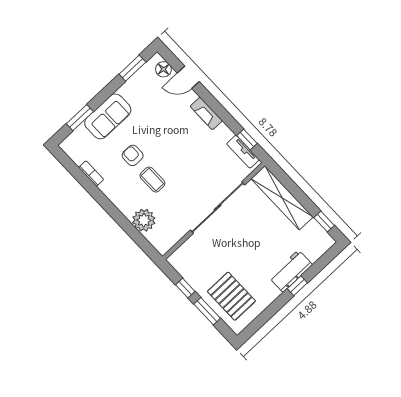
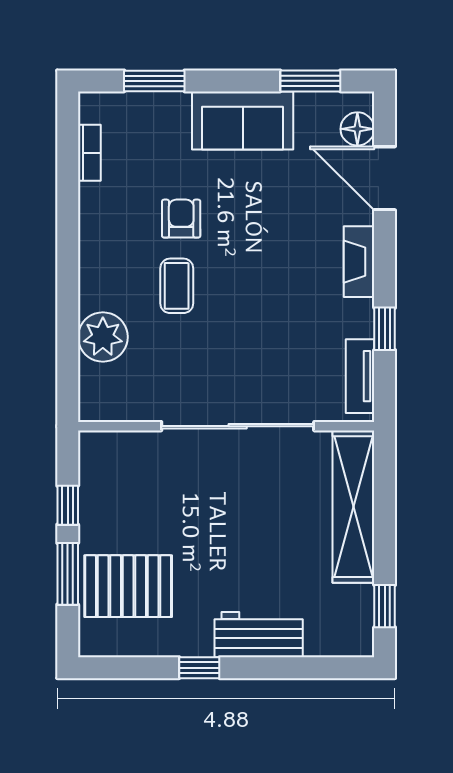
door: (188, 77) -> (385, 178), width x1.38
sofa: (108, 116) -> (243, 121), moved
window: (247, 140) -> (385, 329), moved
bookcase: (91, 173) -> (89, 153), moved
window: (297, 286) -> (199, 668), moved
pallet: (231, 296) -> (128, 586), turned 90

